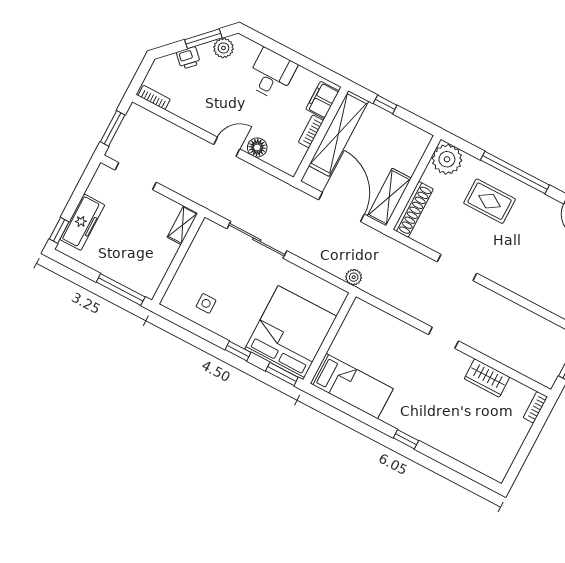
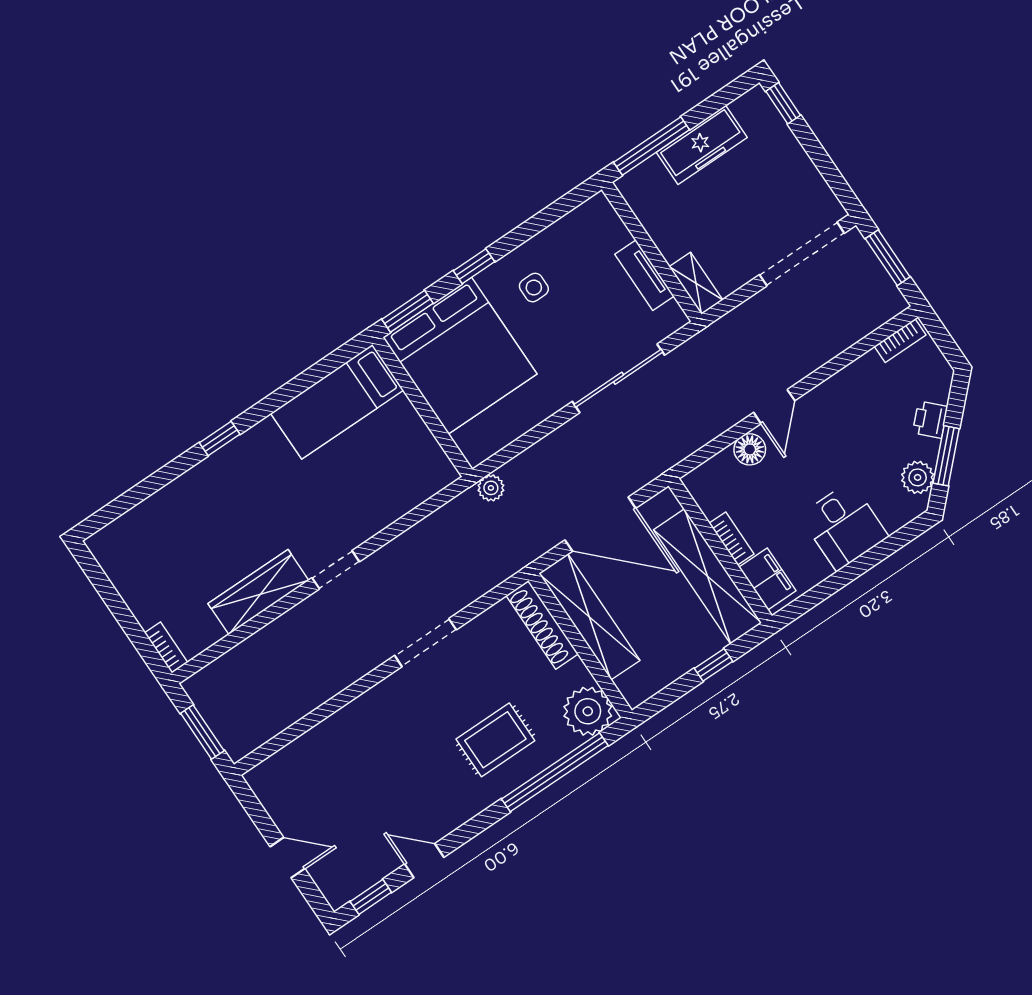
window: (515, 173) -> (555, 772), moved
doorway: (136, 176) -> (802, 254), width x1.36
shelving: (389, 197) -> (589, 617), width x1.47
freezer: (82, 222) -> (702, 145), moved, turned -90
tv unit: (193, 256) -> (644, 275), added
side table: (206, 303) -> (534, 288), moved
wardrobe: (487, 378) -> (258, 592), width x1.50

